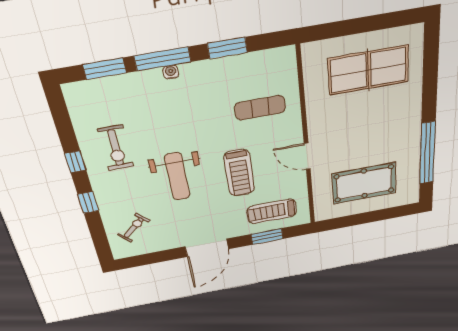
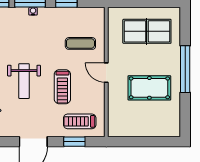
window: (427, 153) -> (185, 69), moved
door: (307, 156) -> (106, 73), moved
pool table: (364, 183) -> (149, 88), moved

